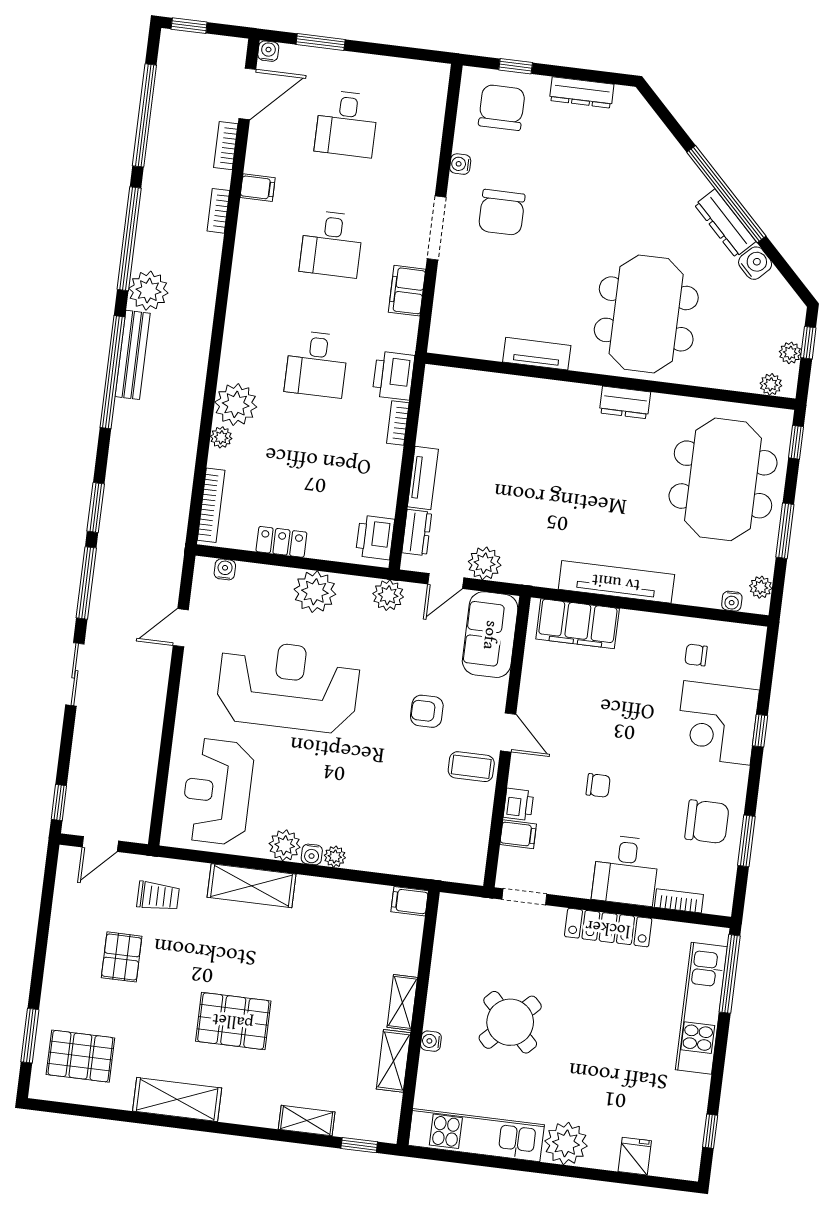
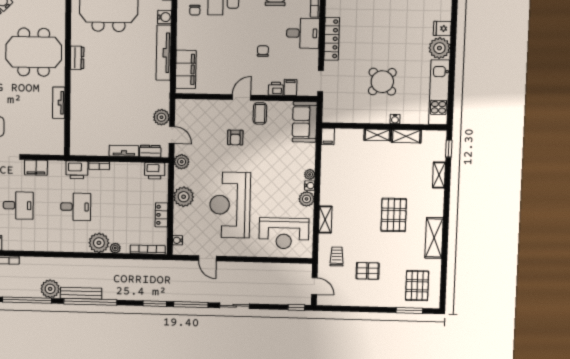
water cooler: (689, 591) -> (164, 17), added
sofa: (490, 635) -> (305, 122), moved, turned 90
shelving: (251, 886) -> (325, 219), width x0.67, depth x0.75
fridge: (635, 1156) -> (442, 28), moved

